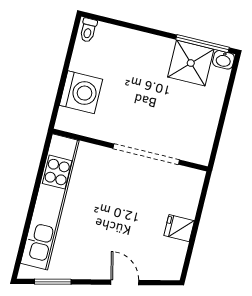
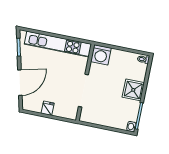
shower: (191, 63) -> (133, 90), moved
washing machine: (81, 92) -> (101, 55), moved
door: (125, 282) -> (20, 83), width x1.87

